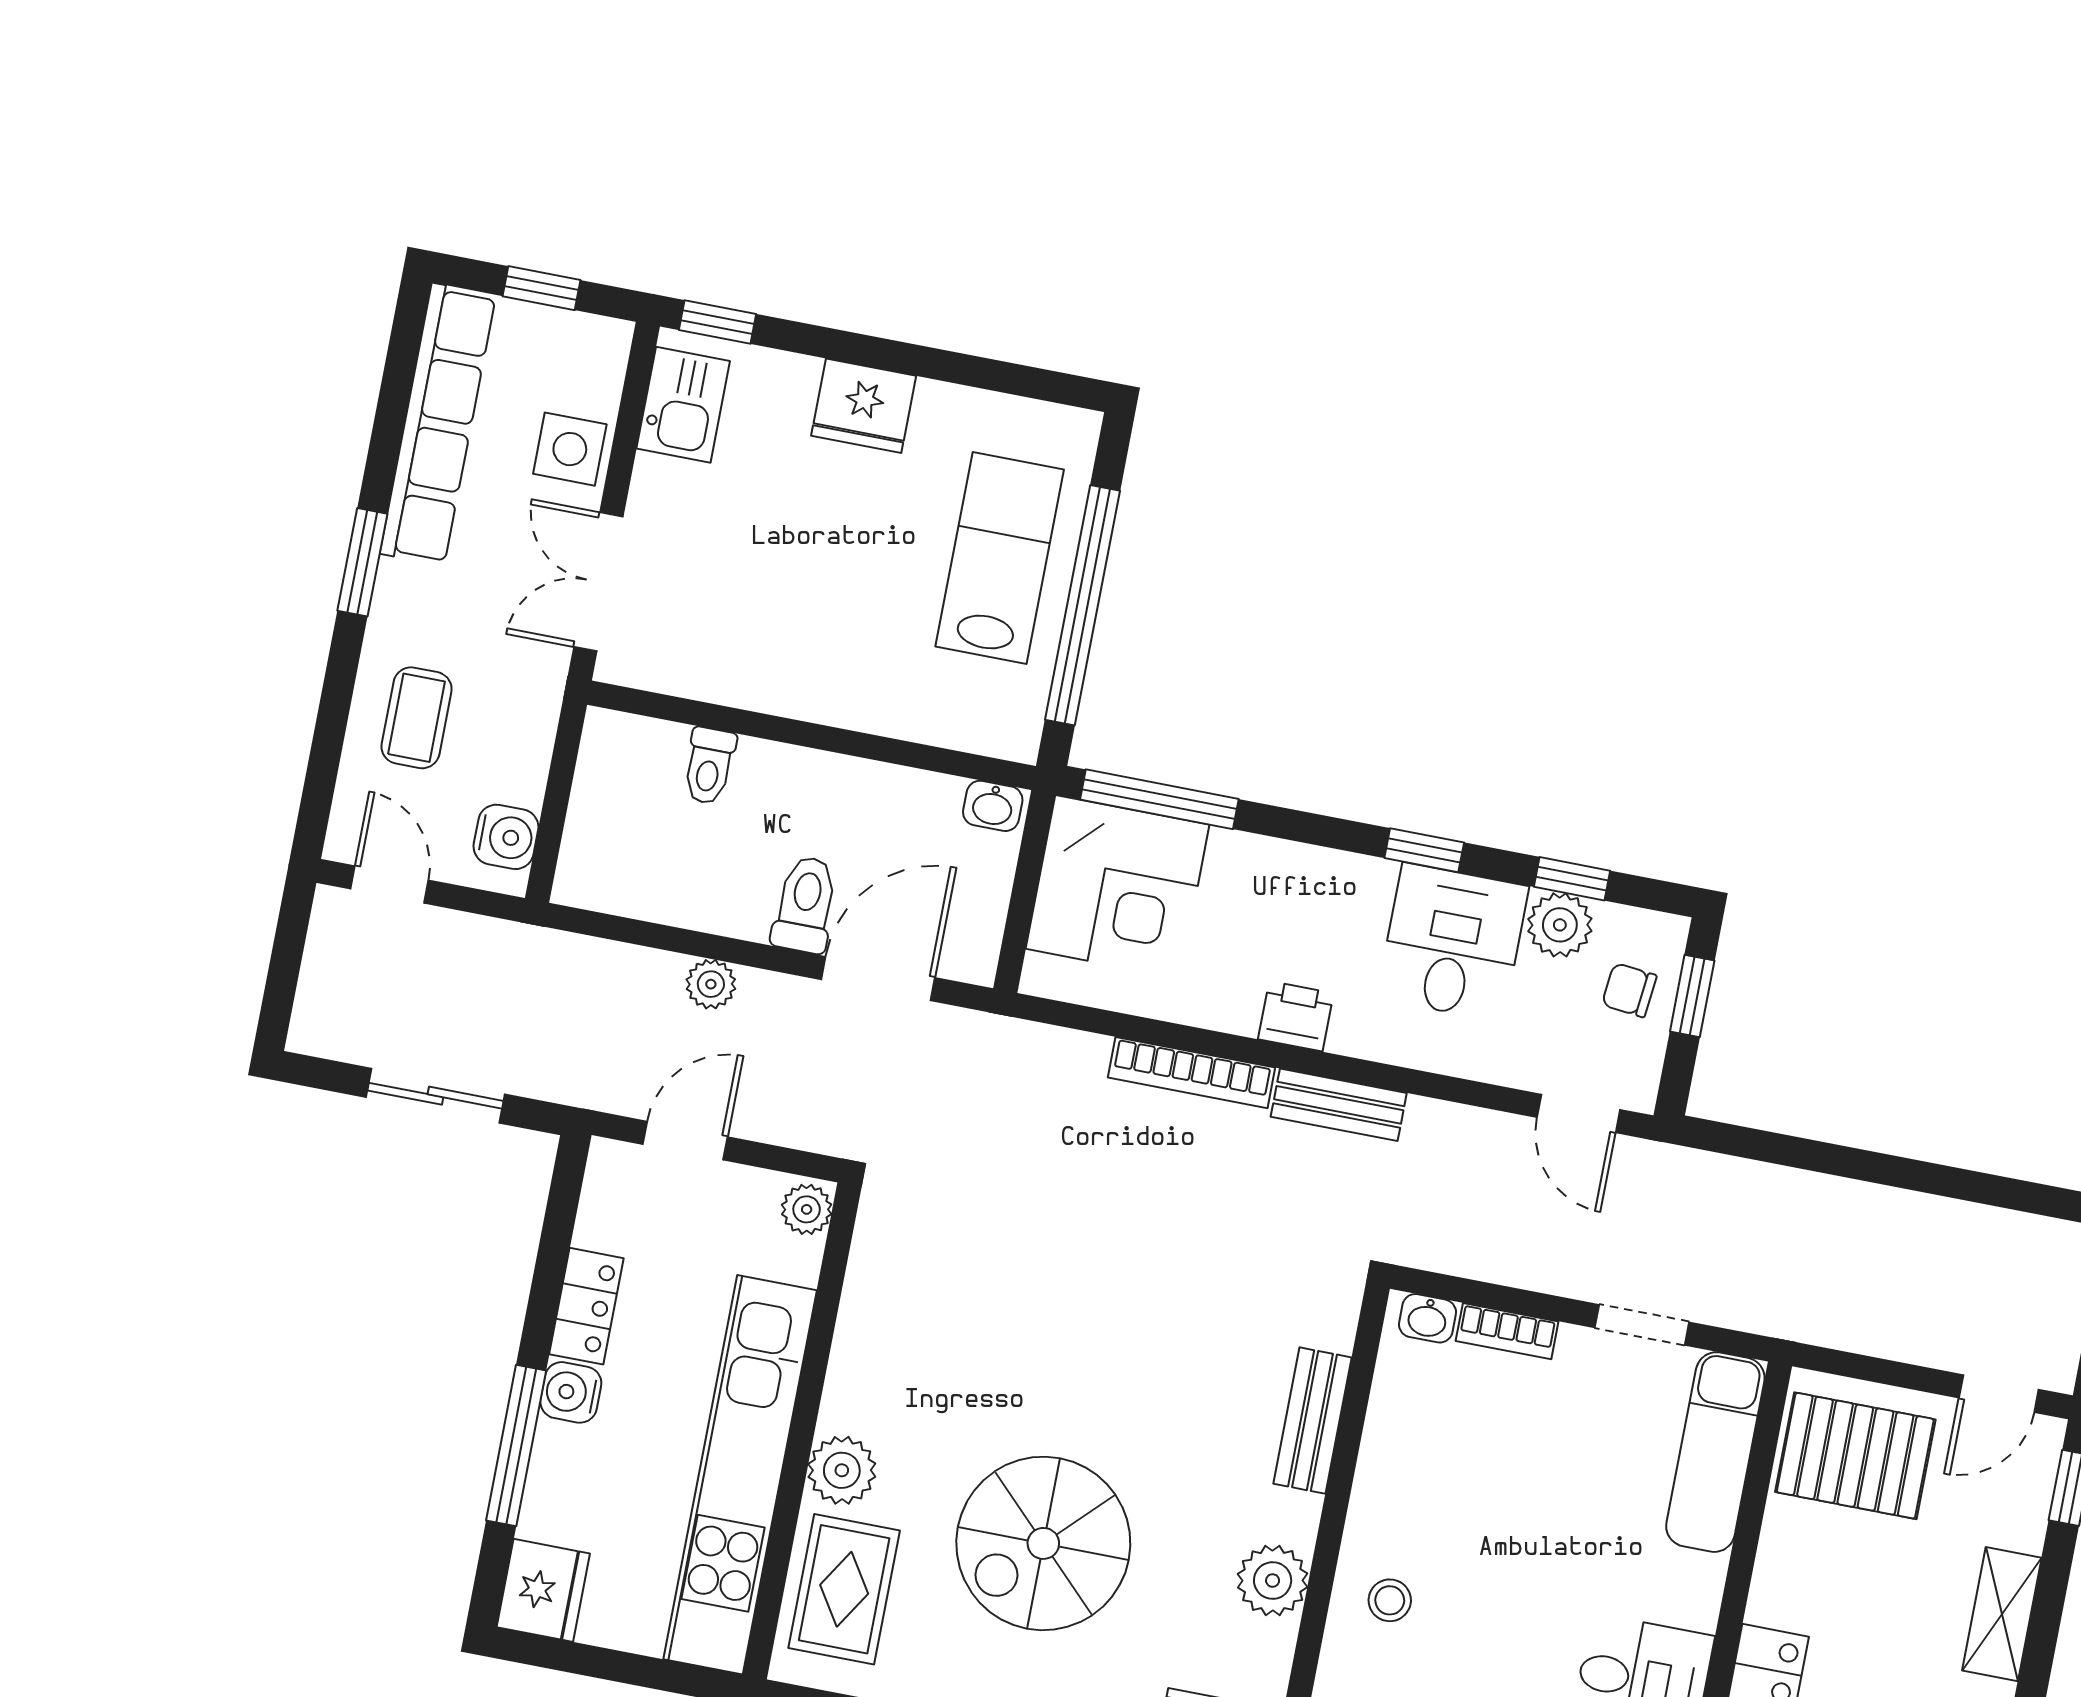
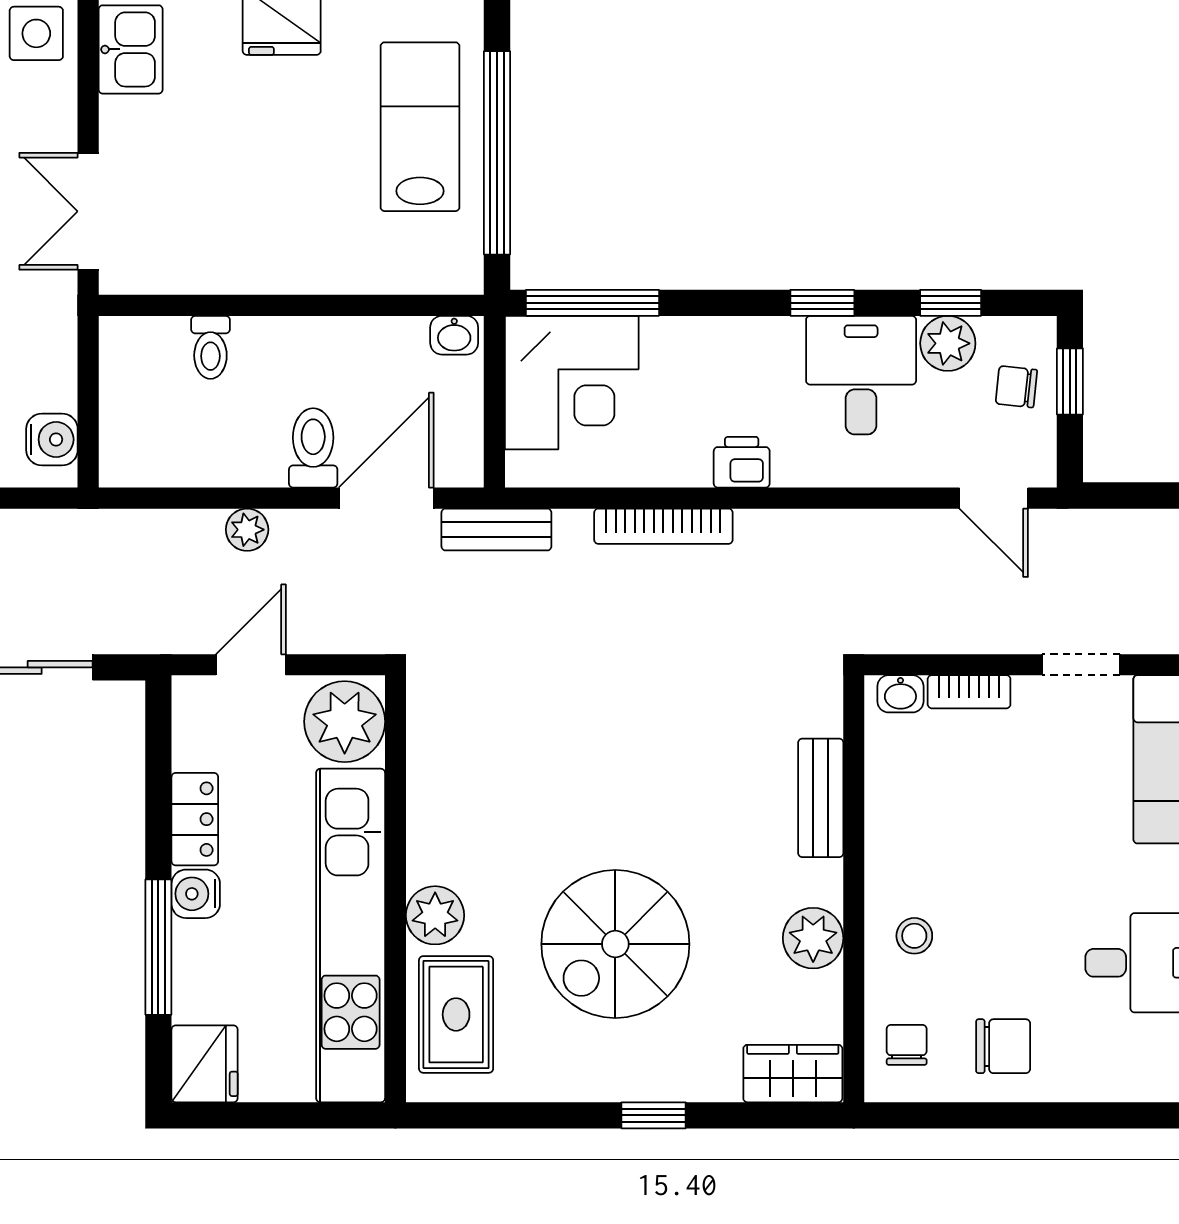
side table: (570, 449) -> (36, 33), moved
bench: (1339, 1105) -> (496, 529), moved
plant: (807, 1209) -> (345, 722), width x1.87, depth x1.87

